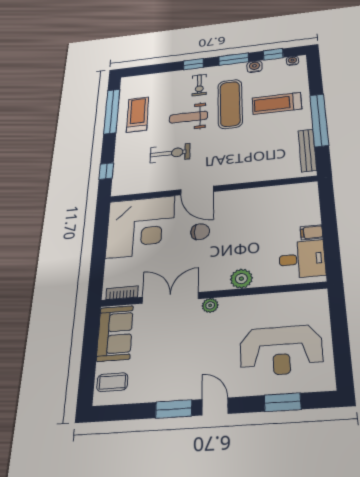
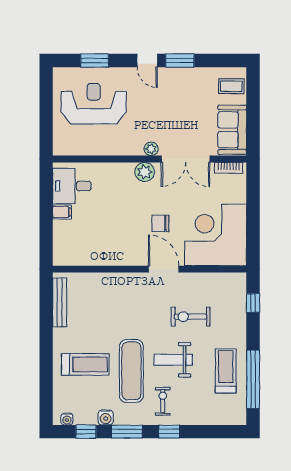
treadmill: (138, 114) -> (226, 371), turned 180
weight bench: (189, 117) -> (173, 360), turned 180
window: (319, 120) -> (46, 337), removed
plant: (241, 279) -> (145, 172), moved

